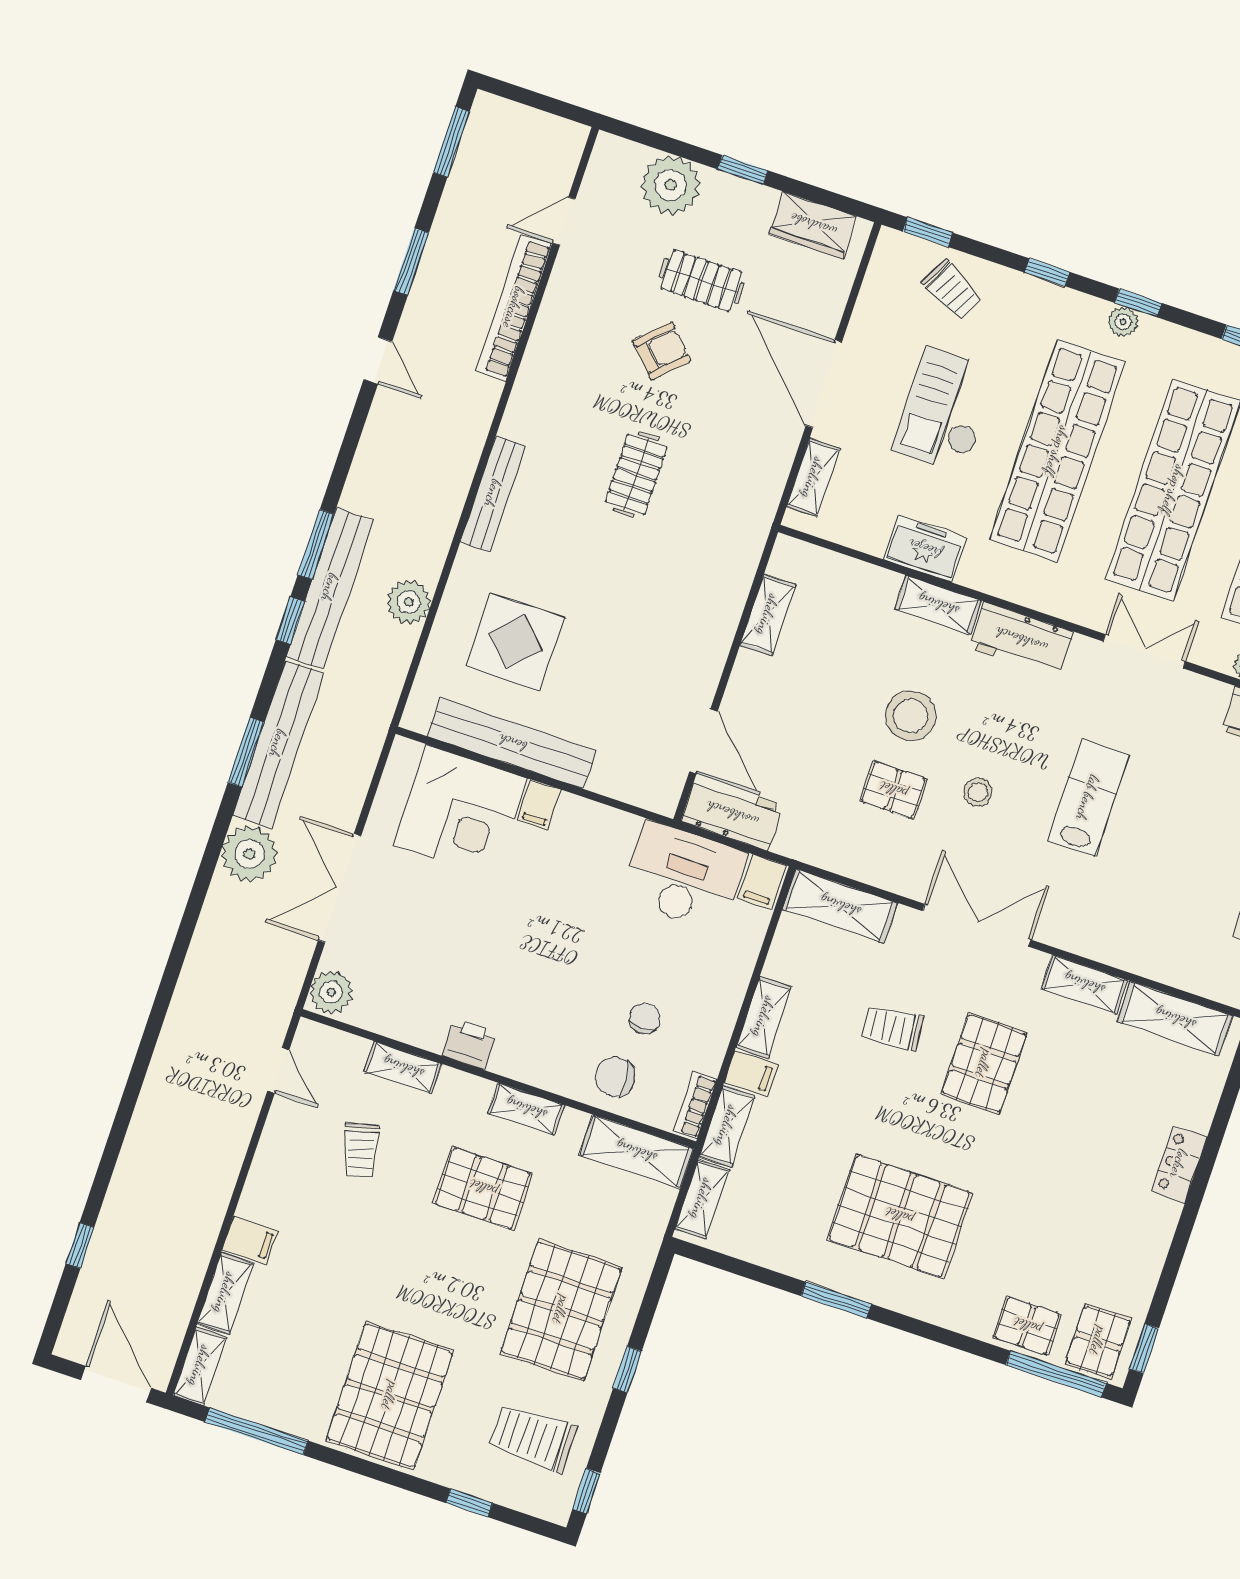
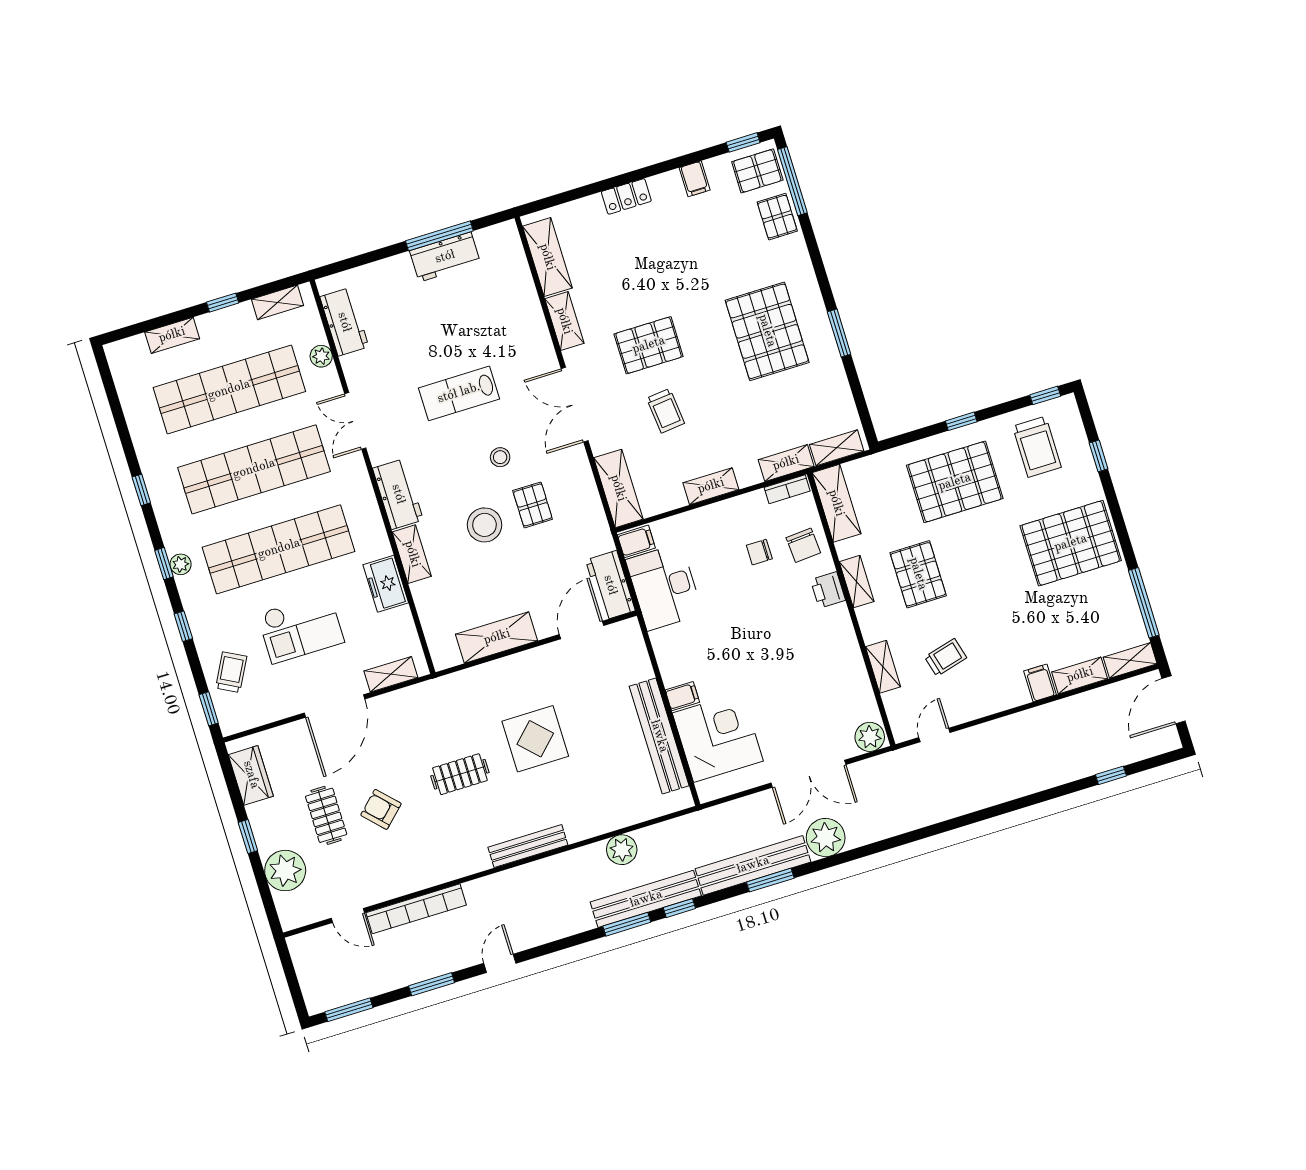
shelving: (768, 615) -> (497, 637), width x1.50, depth x1.33
display table: (515, 642) -> (535, 739), moved
printer: (469, 1044) -> (828, 590), moved
filing cabinet: (751, 1074) -> (695, 179), moved, turned 180

